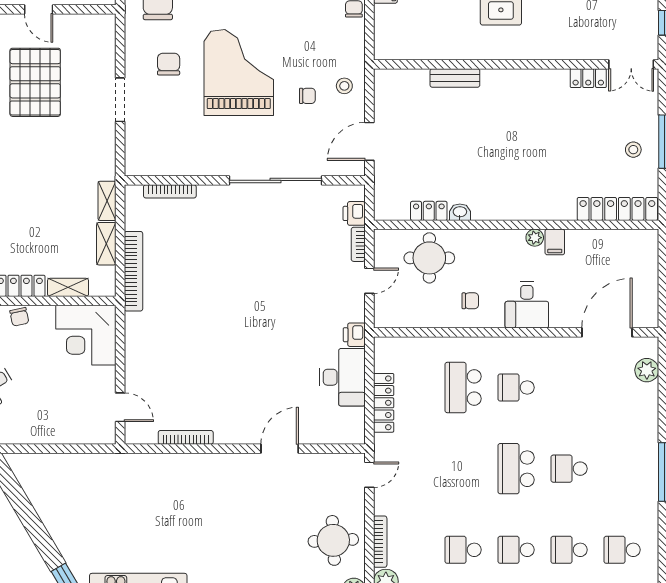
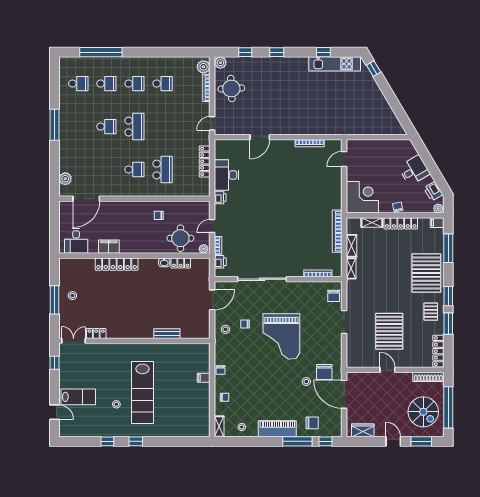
chair: (169, 64) -> (334, 296), moved
locker: (617, 209) -> (117, 264), moved
plant: (535, 238) -> (204, 249), moved
filing cabinet: (555, 242) -> (109, 247), width x2.00
desk: (527, 305) -> (76, 241), moved, turned 180
door: (120, 407) -> (344, 159), hinge flipped

